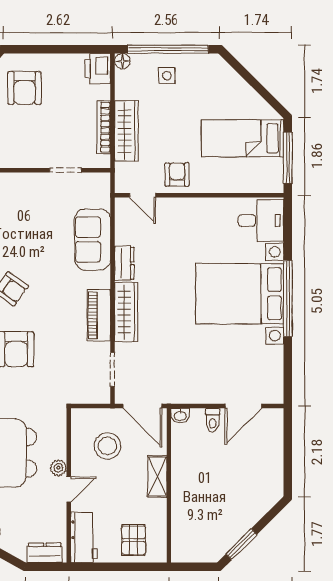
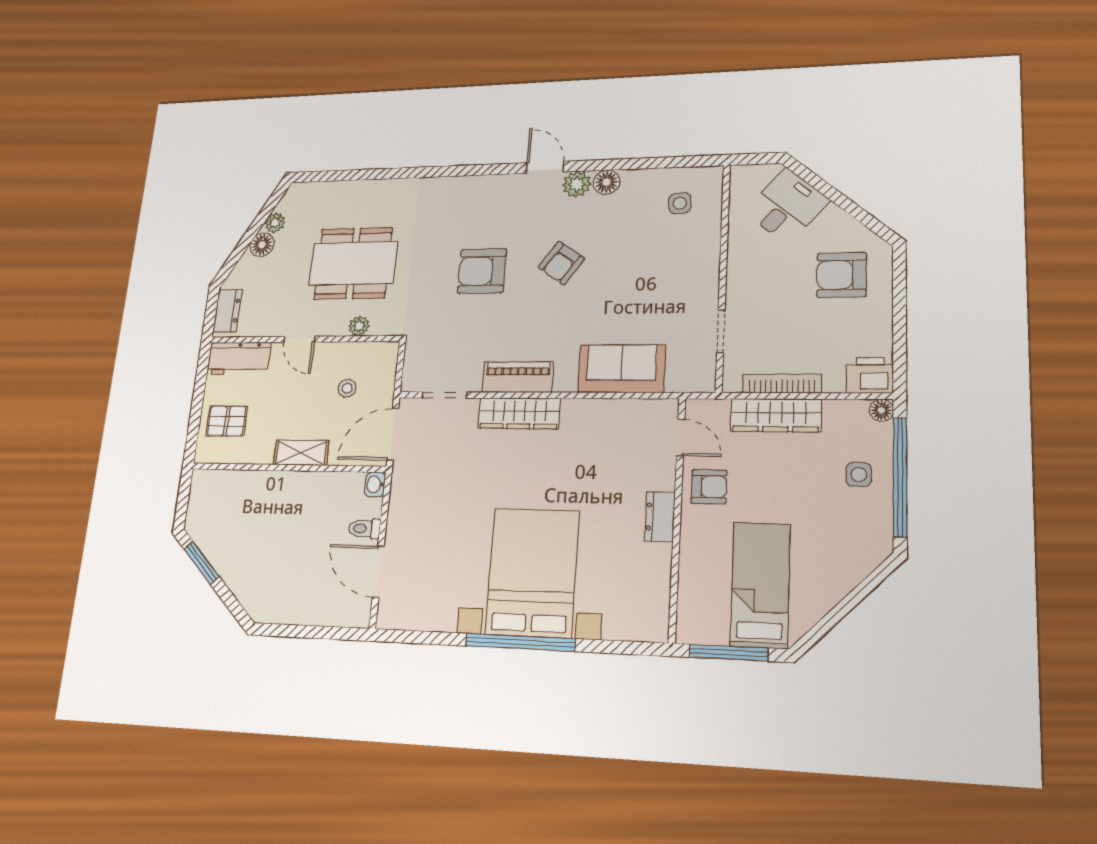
door: (143, 195) -> (681, 438), swing flipped
desk: (261, 220) -> (636, 607), removed
dresser: (124, 263) -> (660, 517), moved, turned 90
stool: (107, 446) -> (347, 388), width x0.53, depth x0.53
plant: (58, 468) -> (359, 326), moved

